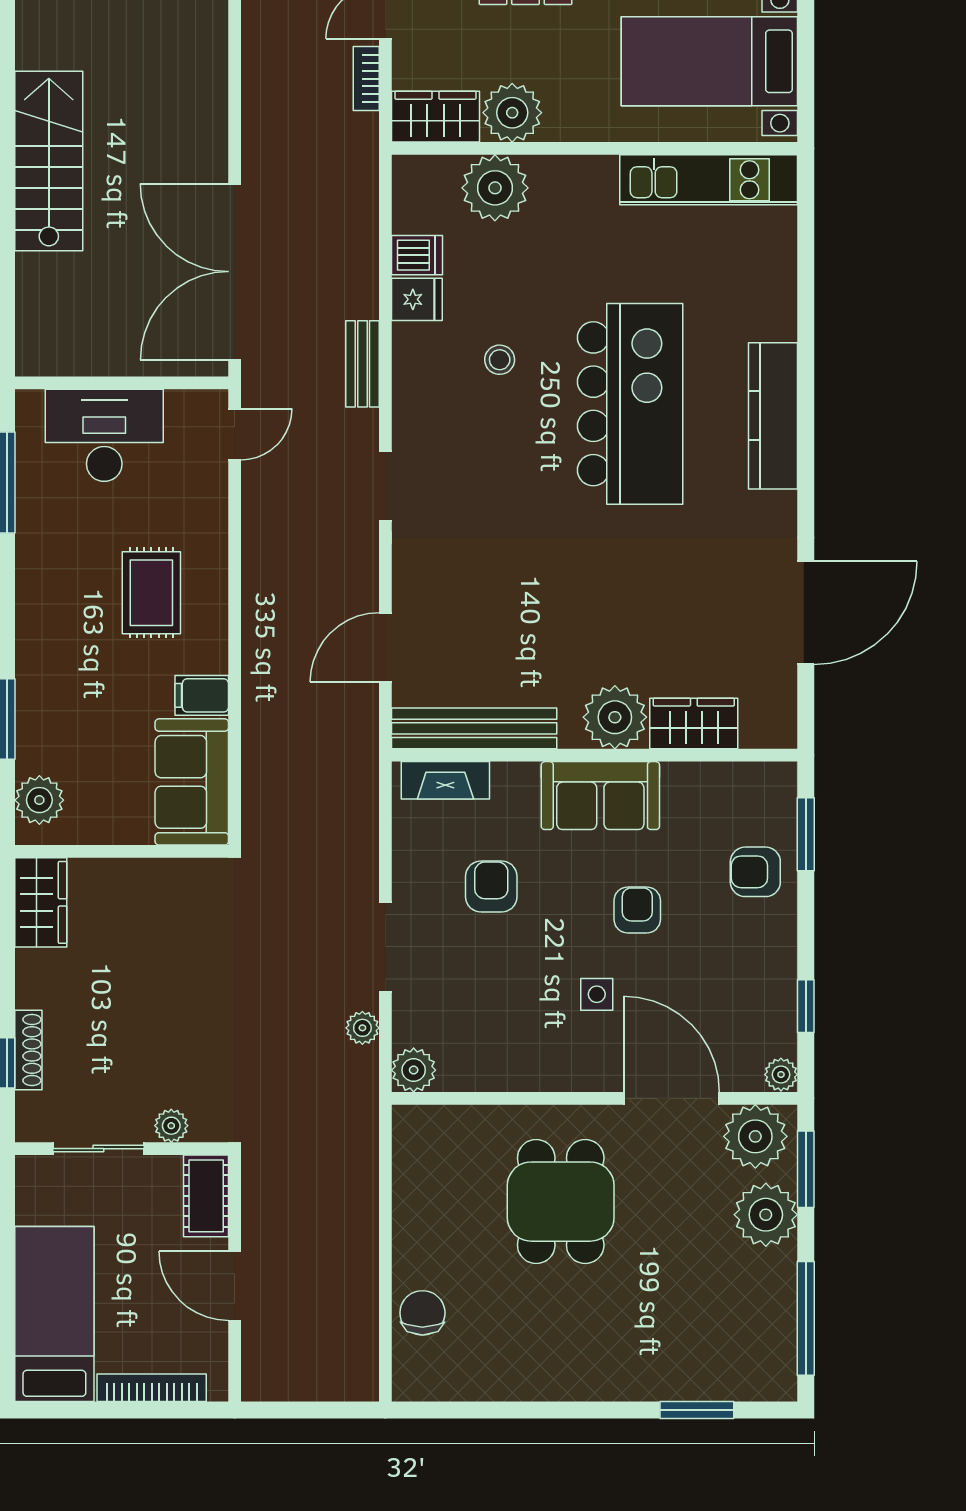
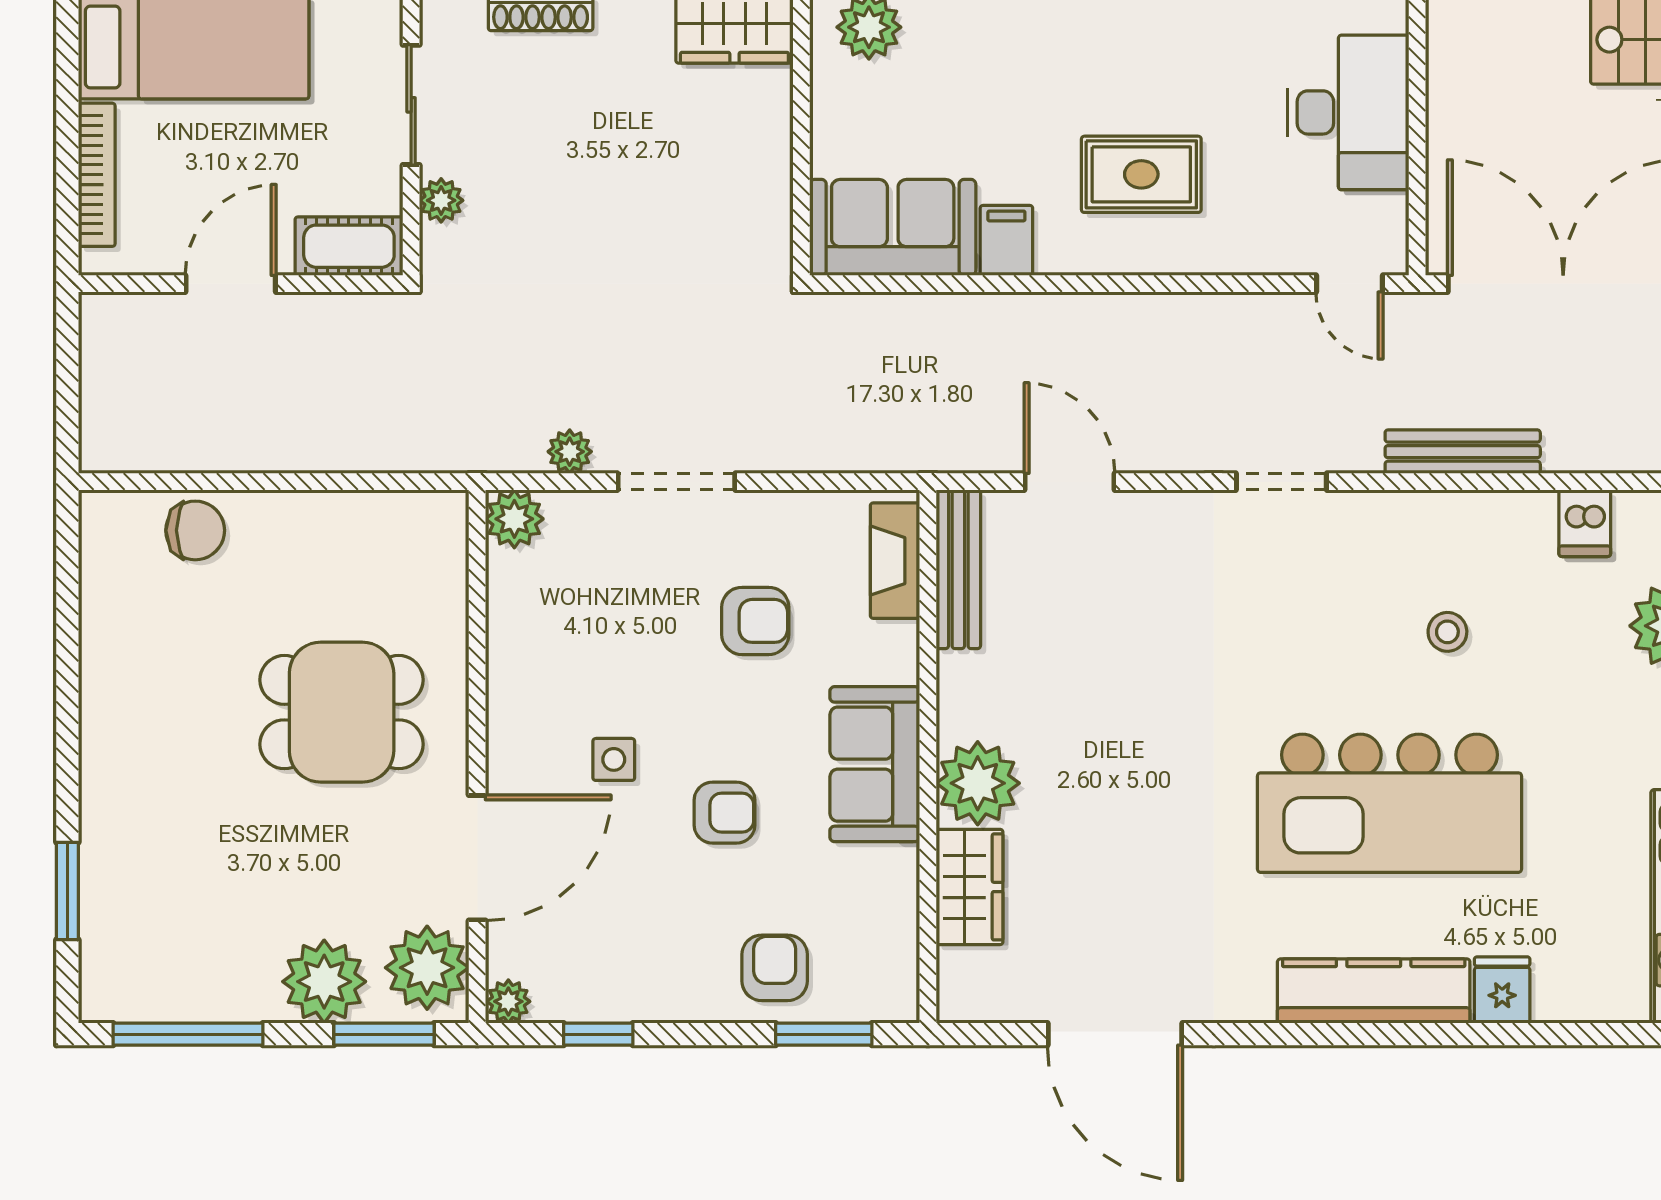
fridge: (417, 299) -> (1502, 990), moved, turned 180
bench: (362, 364) -> (1463, 452), width x1.36
bench: (474, 728) -> (958, 569), width x0.73, depth x0.82

